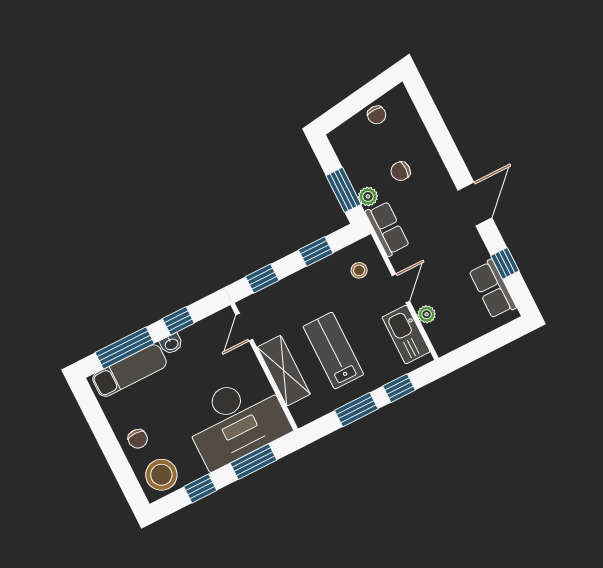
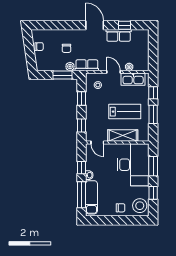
row of seats: (493, 289) -> (119, 35), moved
lab bench: (333, 351) -> (125, 112), turned 180

